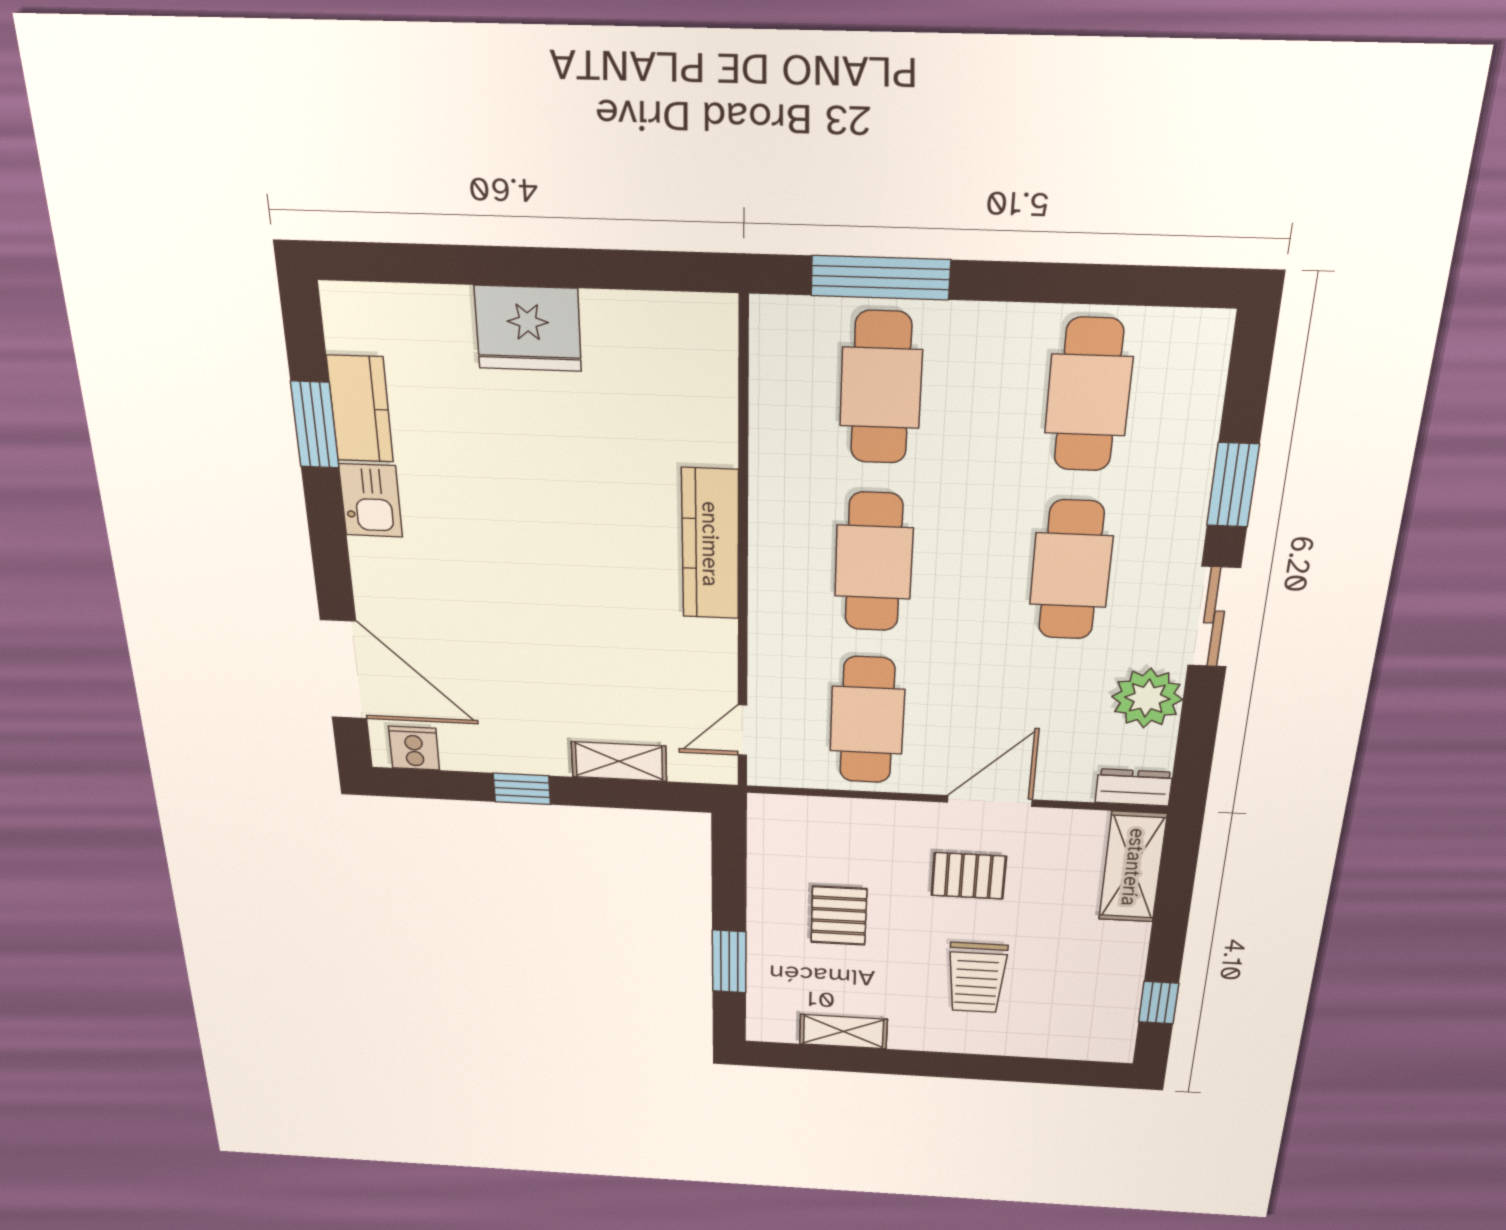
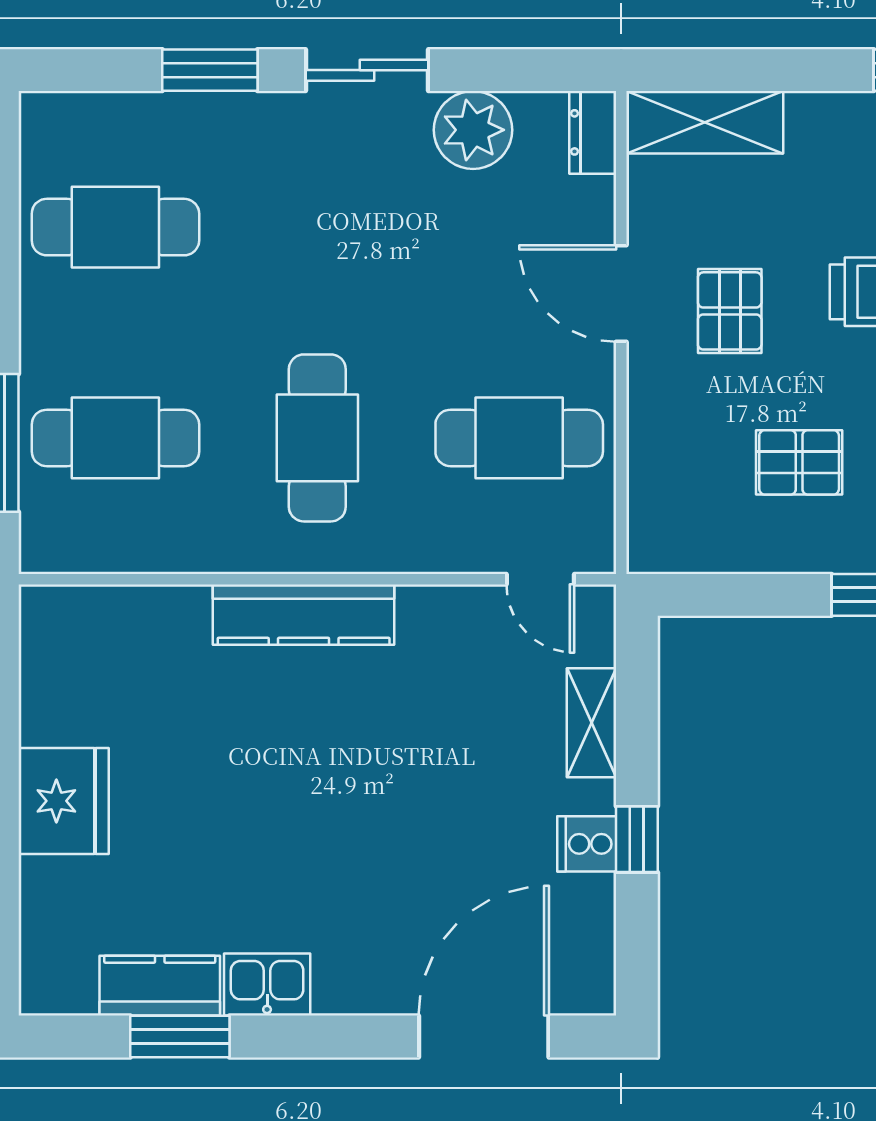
cafe table: (874, 562) -> (317, 438), turned 90
cafe table: (1071, 570) -> (317, 227), removed
cooker: (414, 748) -> (587, 844), moved

